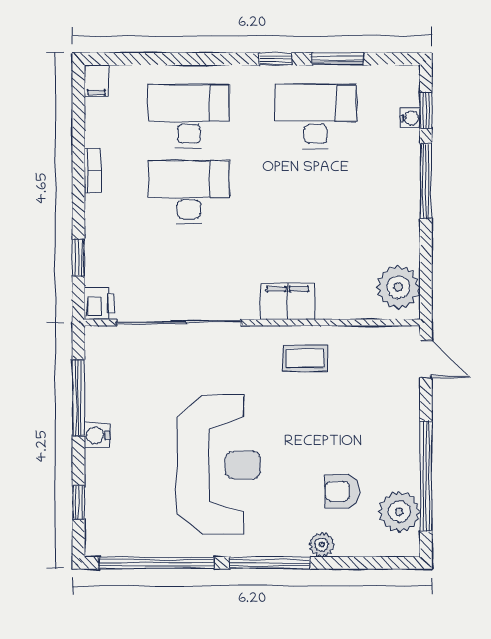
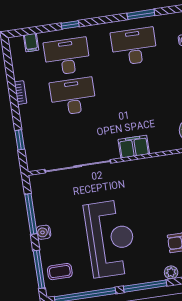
window: (275, 59) -> (70, 25), moved
filing cabinet: (96, 81) -> (31, 43), moved
printer: (99, 303) -> (34, 162), removed
coffee table: (305, 358) -> (60, 272), moved
window: (78, 503) -> (39, 269), width x2.17

